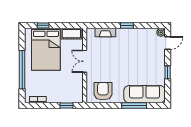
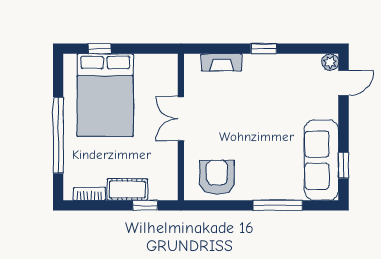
cot: (71, 34) -> (127, 189), moved
window: (168, 72) -> (344, 165), moved
sofa: (144, 94) -> (321, 160), moved, turned -90

